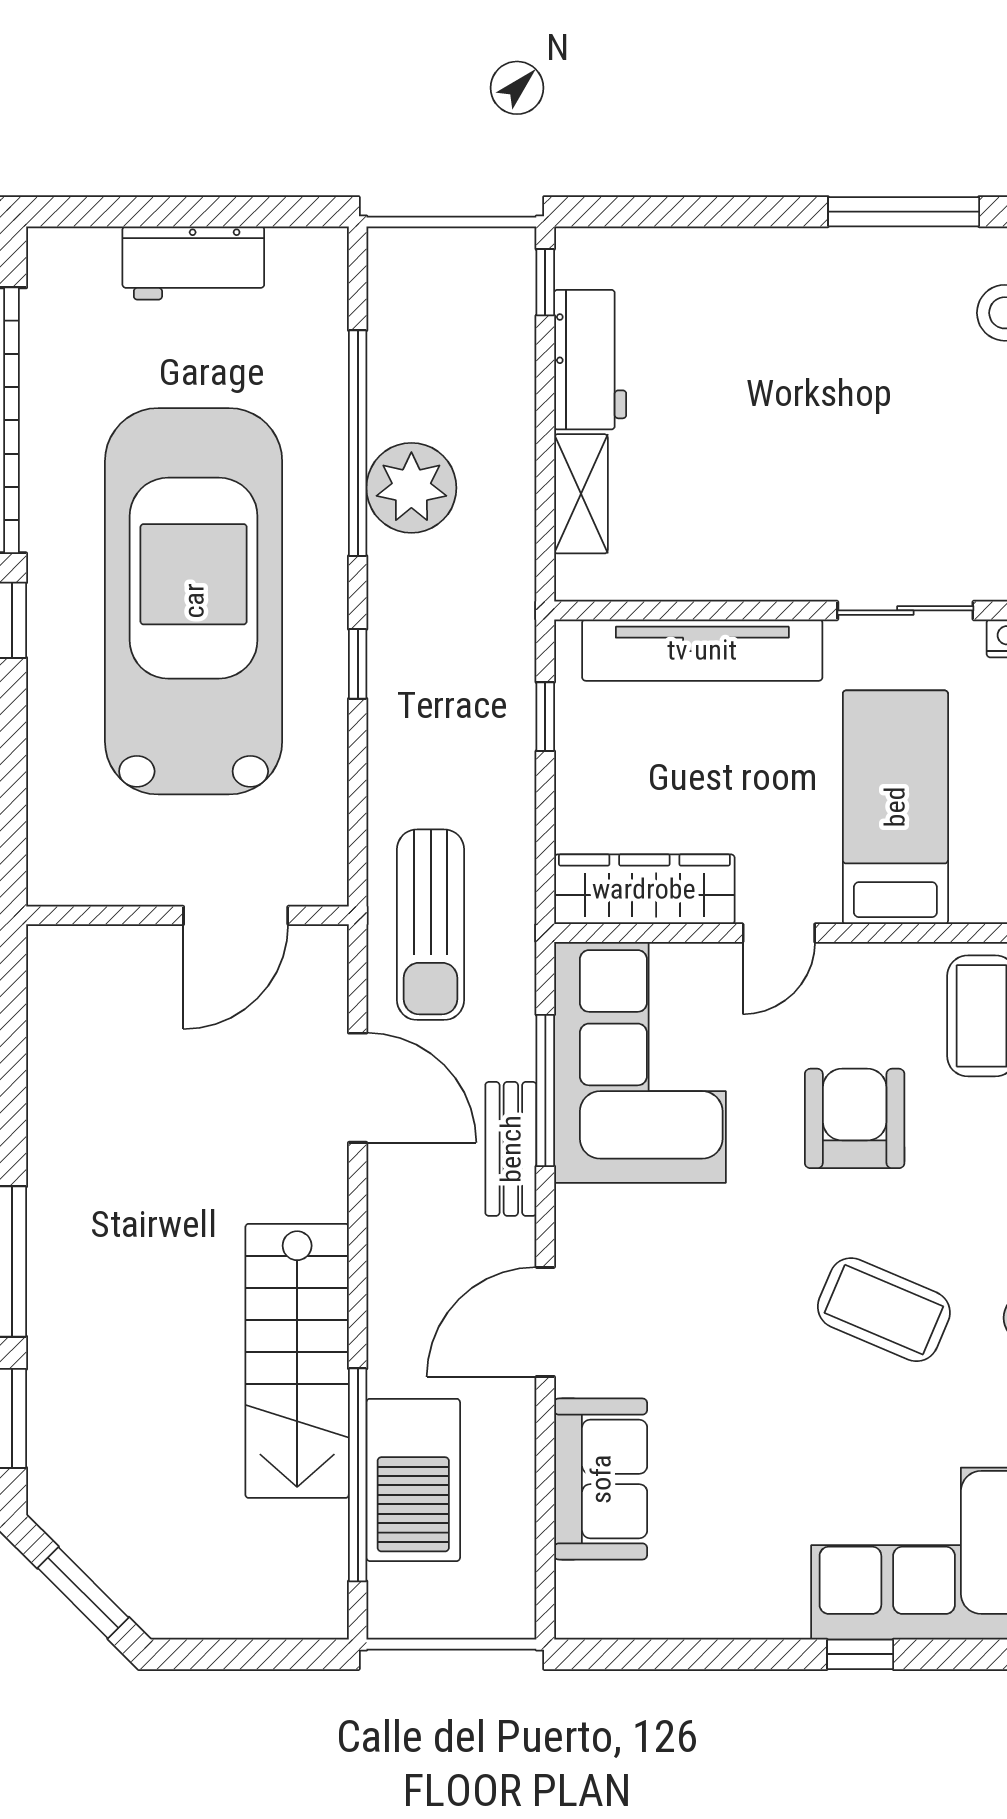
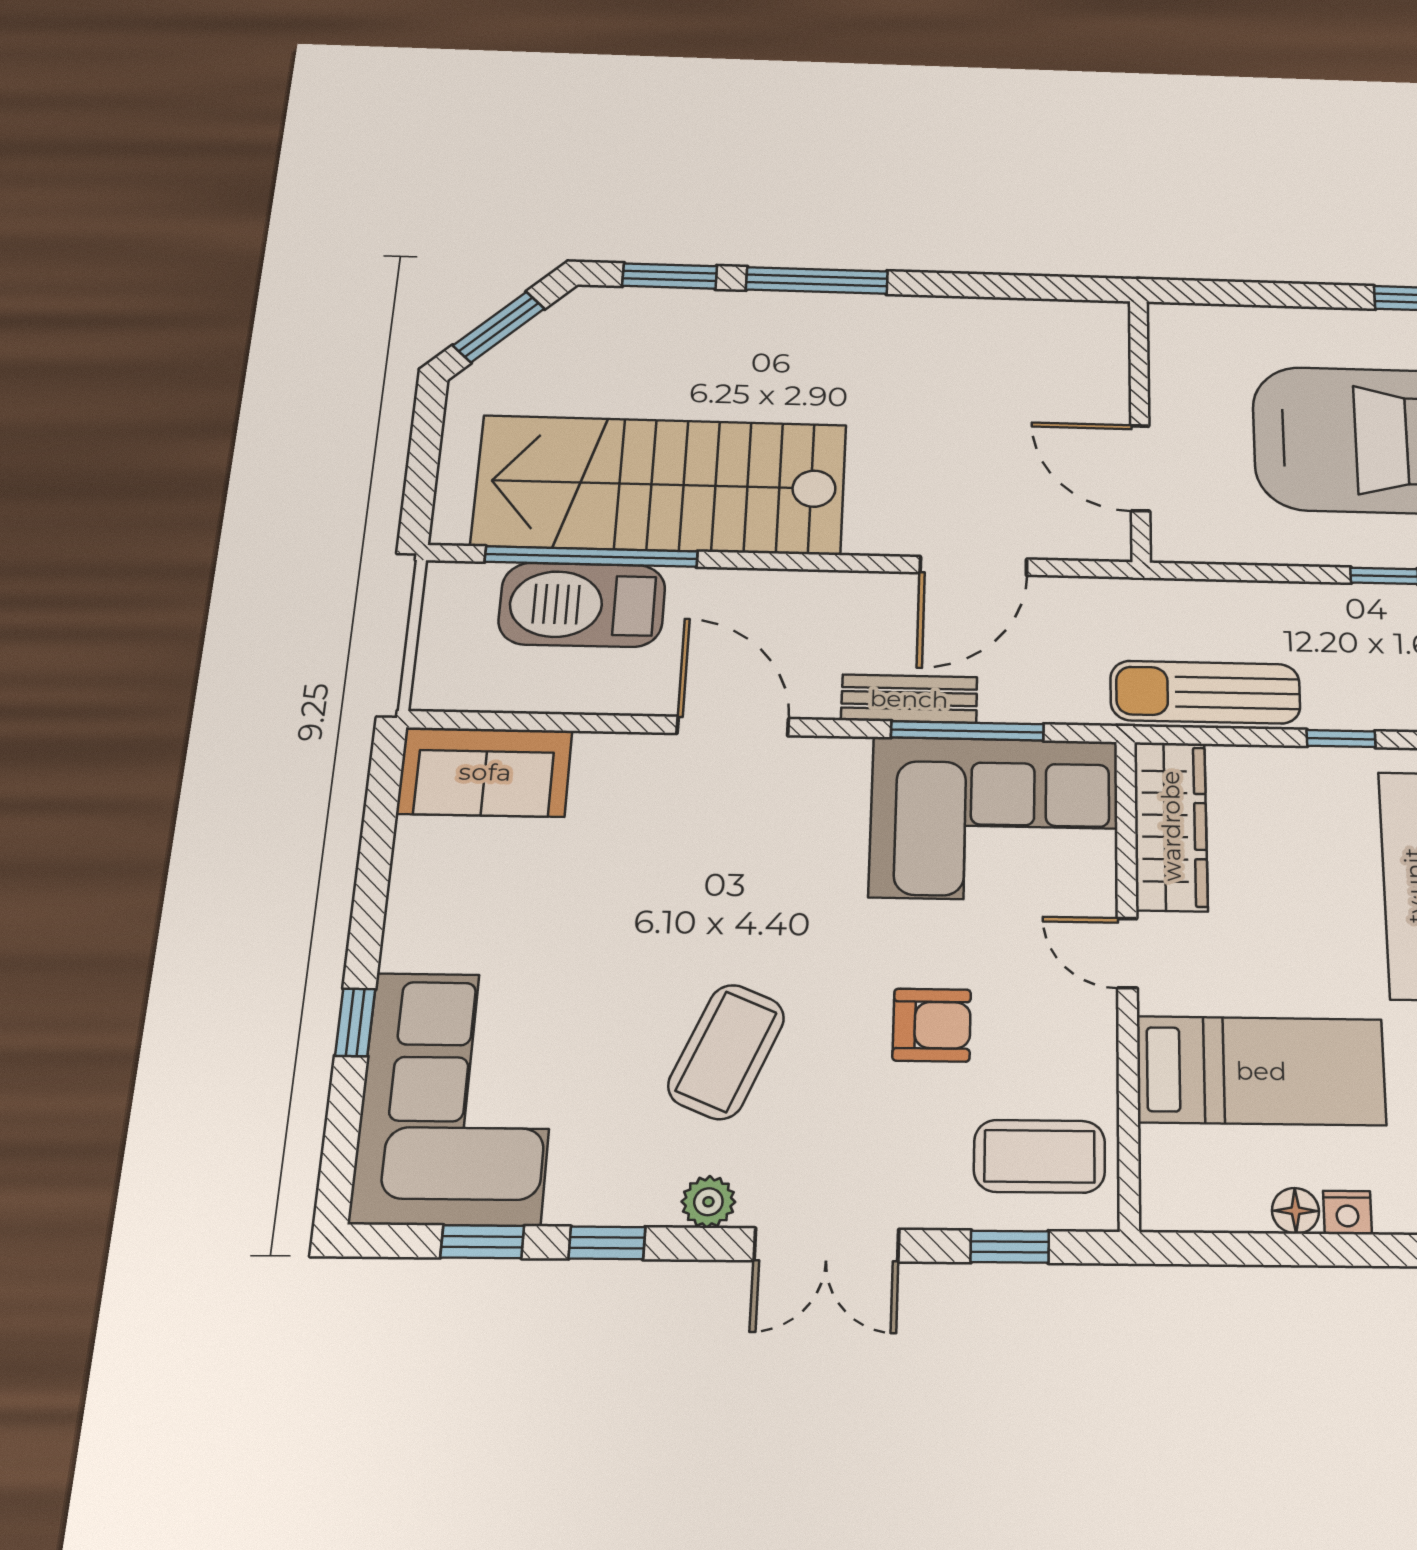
sun lounger: (431, 925) -> (1205, 692), moved
armchair: (855, 1118) -> (932, 1025), width x0.72, depth x0.72
stairs: (297, 1361) -> (661, 485), width x1.36, depth x1.51
sofa: (601, 1479) -> (485, 772), moved

